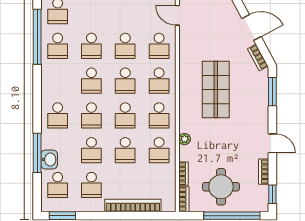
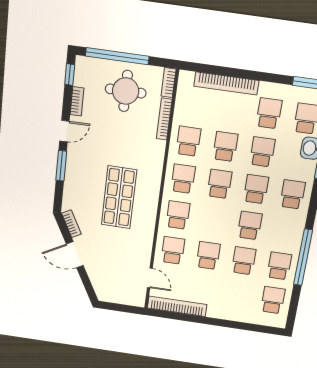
window: (37, 37) -> (303, 257), moved
school desk: (125, 81) -> (214, 220), removed
window: (272, 92) -> (61, 166), moved
plant: (185, 139) -> (159, 149), removed
door: (272, 143) -> (64, 131), swing flipped
bookcase: (184, 174) -> (164, 119), width x1.56

